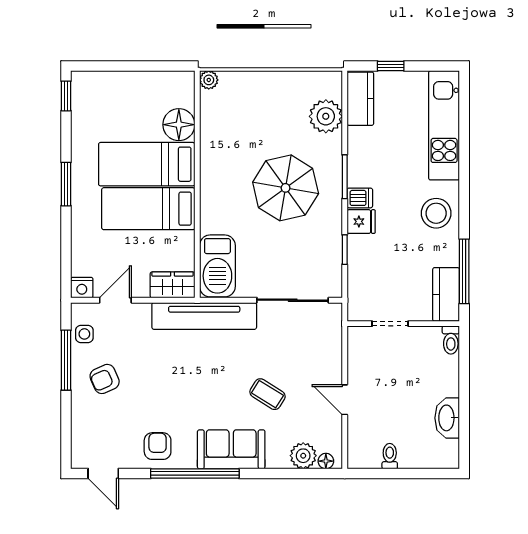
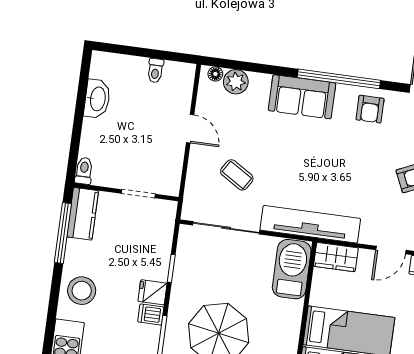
coffee table: (267, 394) -> (237, 175), moved

